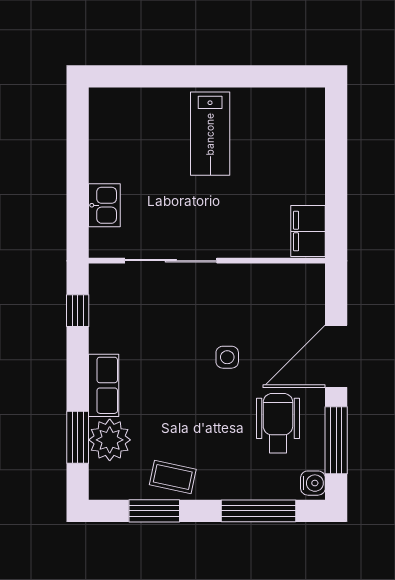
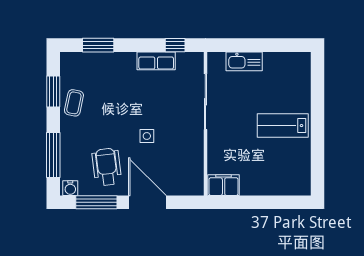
kitchen sink: (104, 205) -> (244, 61), width x1.38
row of seats: (104, 385) -> (156, 61), moved
wheelchair: (278, 423) -> (107, 167), turned -97
plant: (110, 440) -> (97, 65), removed

